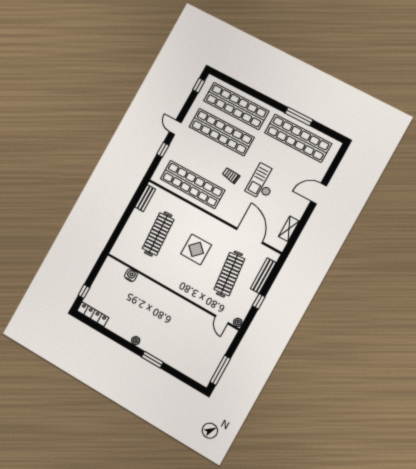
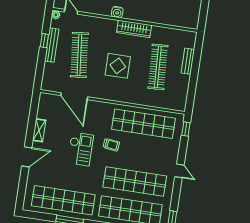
window: (163, 150) -> (186, 129), moved
bench: (145, 198) -> (188, 61), moved
shelving: (289, 229) -> (39, 130), moved
water cooler: (131, 275) -> (117, 12), moved
bench: (263, 276) -> (52, 45), moved
wardrobe: (167, 279) -> (134, 29), added

